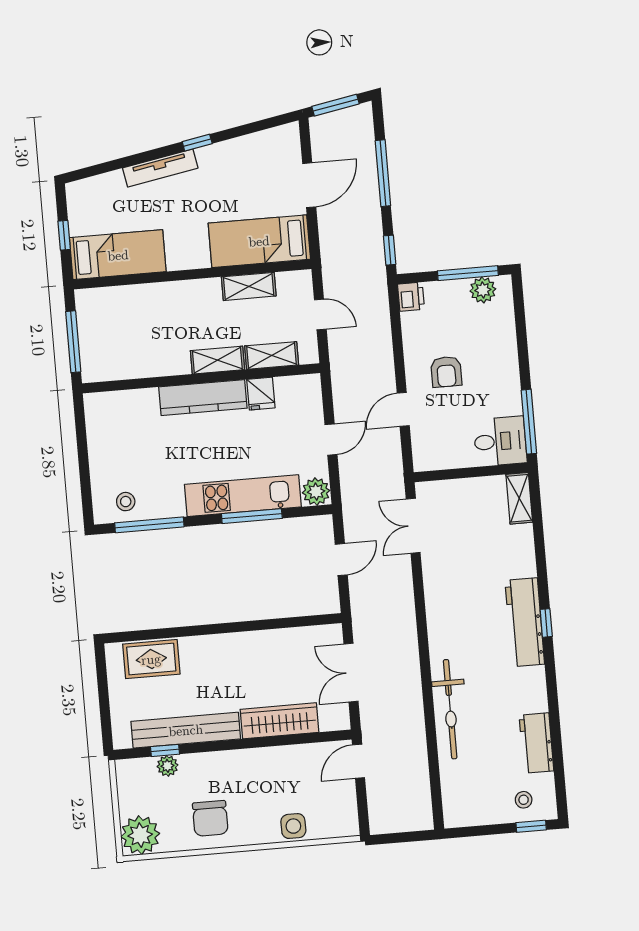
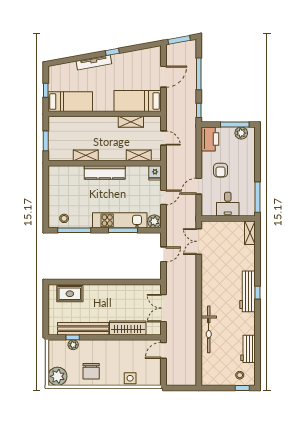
printer: (411, 297) -> (210, 139), width x1.87, depth x1.48
window: (73, 342) -> (46, 141), width x0.69
shelving: (217, 360) -> (86, 155), moved
fridge: (261, 394) -> (155, 173), moved
desk: (500, 441) -> (228, 204), moved, turned 90

